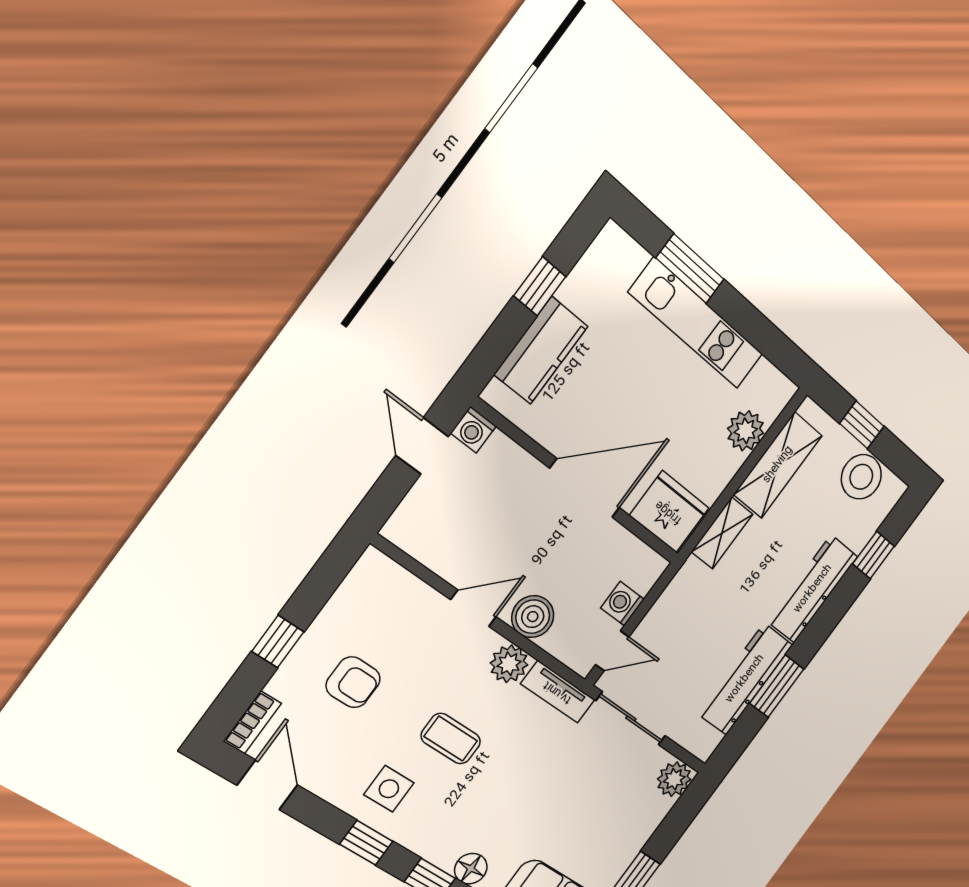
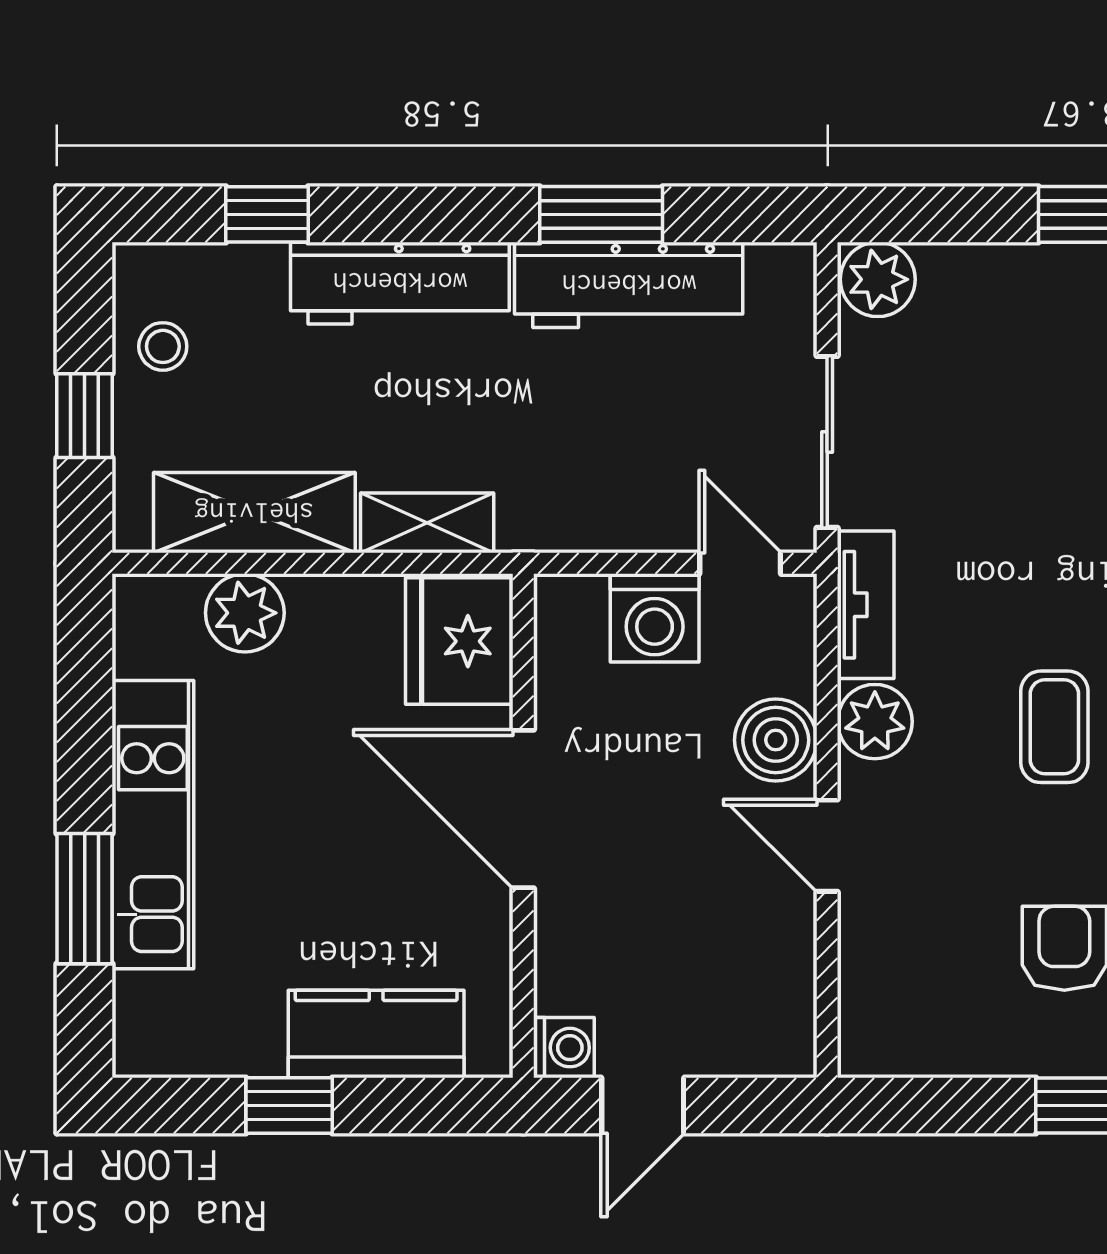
stool: (861, 477) -> (163, 346), width x0.53, depth x0.53
washing machine: (622, 604) -> (655, 618), width x1.38, depth x1.38

